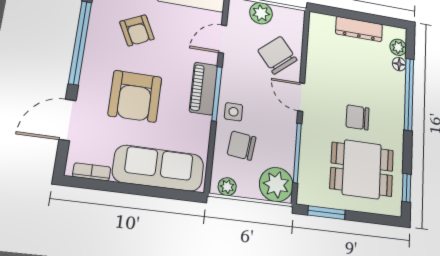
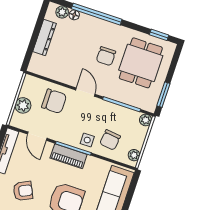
chair: (277, 55) -> (54, 101), turned -140
door: (301, 97) -> (85, 92), swing flipped
plant: (276, 185) -> (146, 120), width x0.53, depth x0.53

